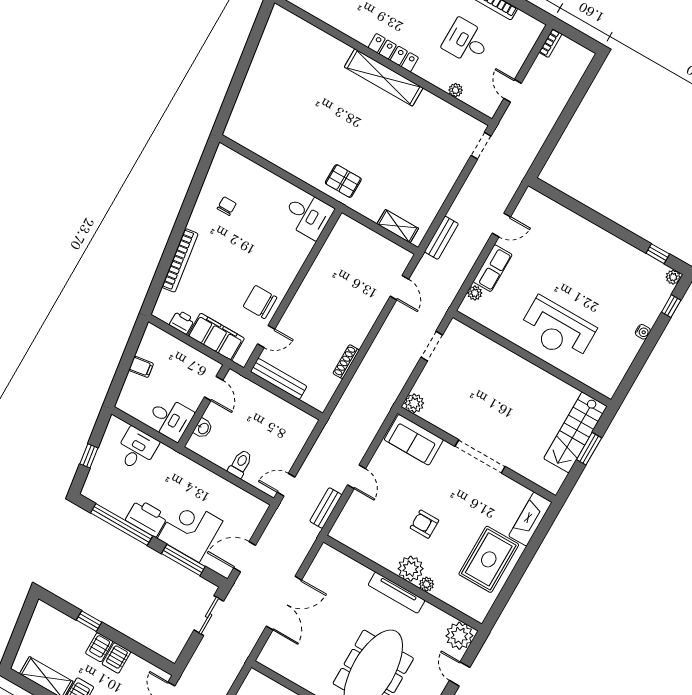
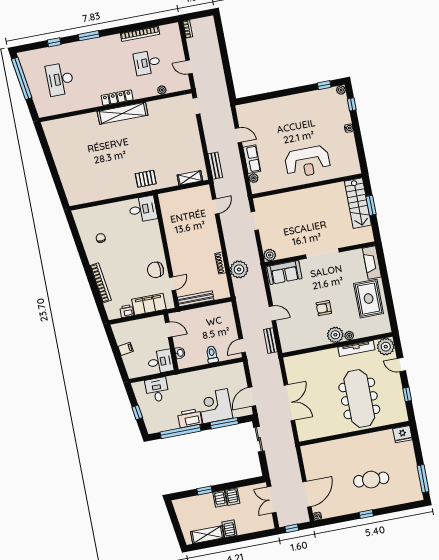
door: (501, 225) -> (238, 135), hinge flipped
door: (399, 288) -> (216, 206), hinge flipped
plant: (362, 389) -> (239, 269), added
tv unit: (397, 593) -> (356, 348), moved

